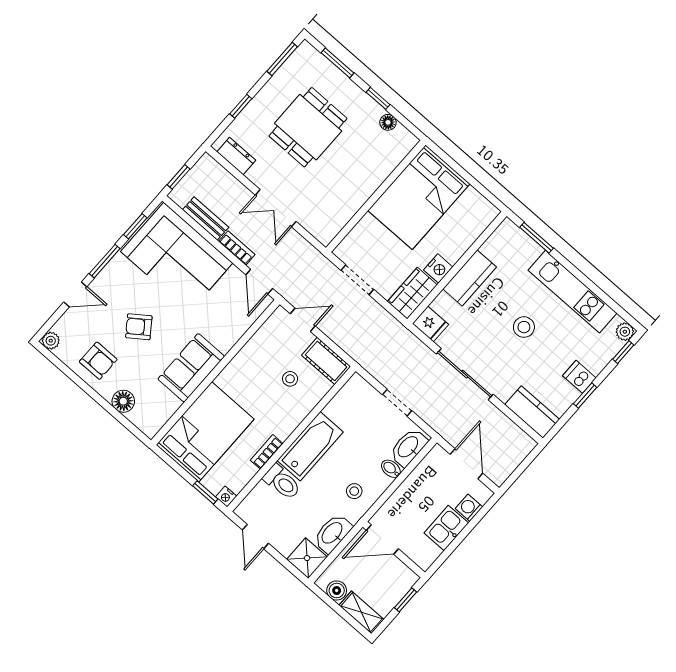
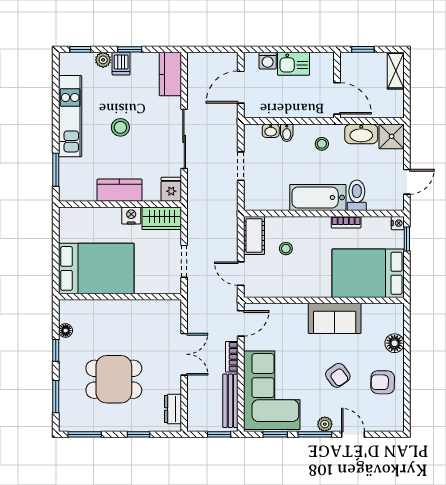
bench: (206, 218) -> (230, 401), width x1.36
plant: (625, 332) -> (103, 60), moved
plant: (51, 341) -> (325, 424), moved
armchair: (98, 361) -> (383, 382), turned -89
washbasin: (408, 447) -> (271, 131), width x0.52, depth x0.69
boiler: (337, 590) -> (396, 99), removed

